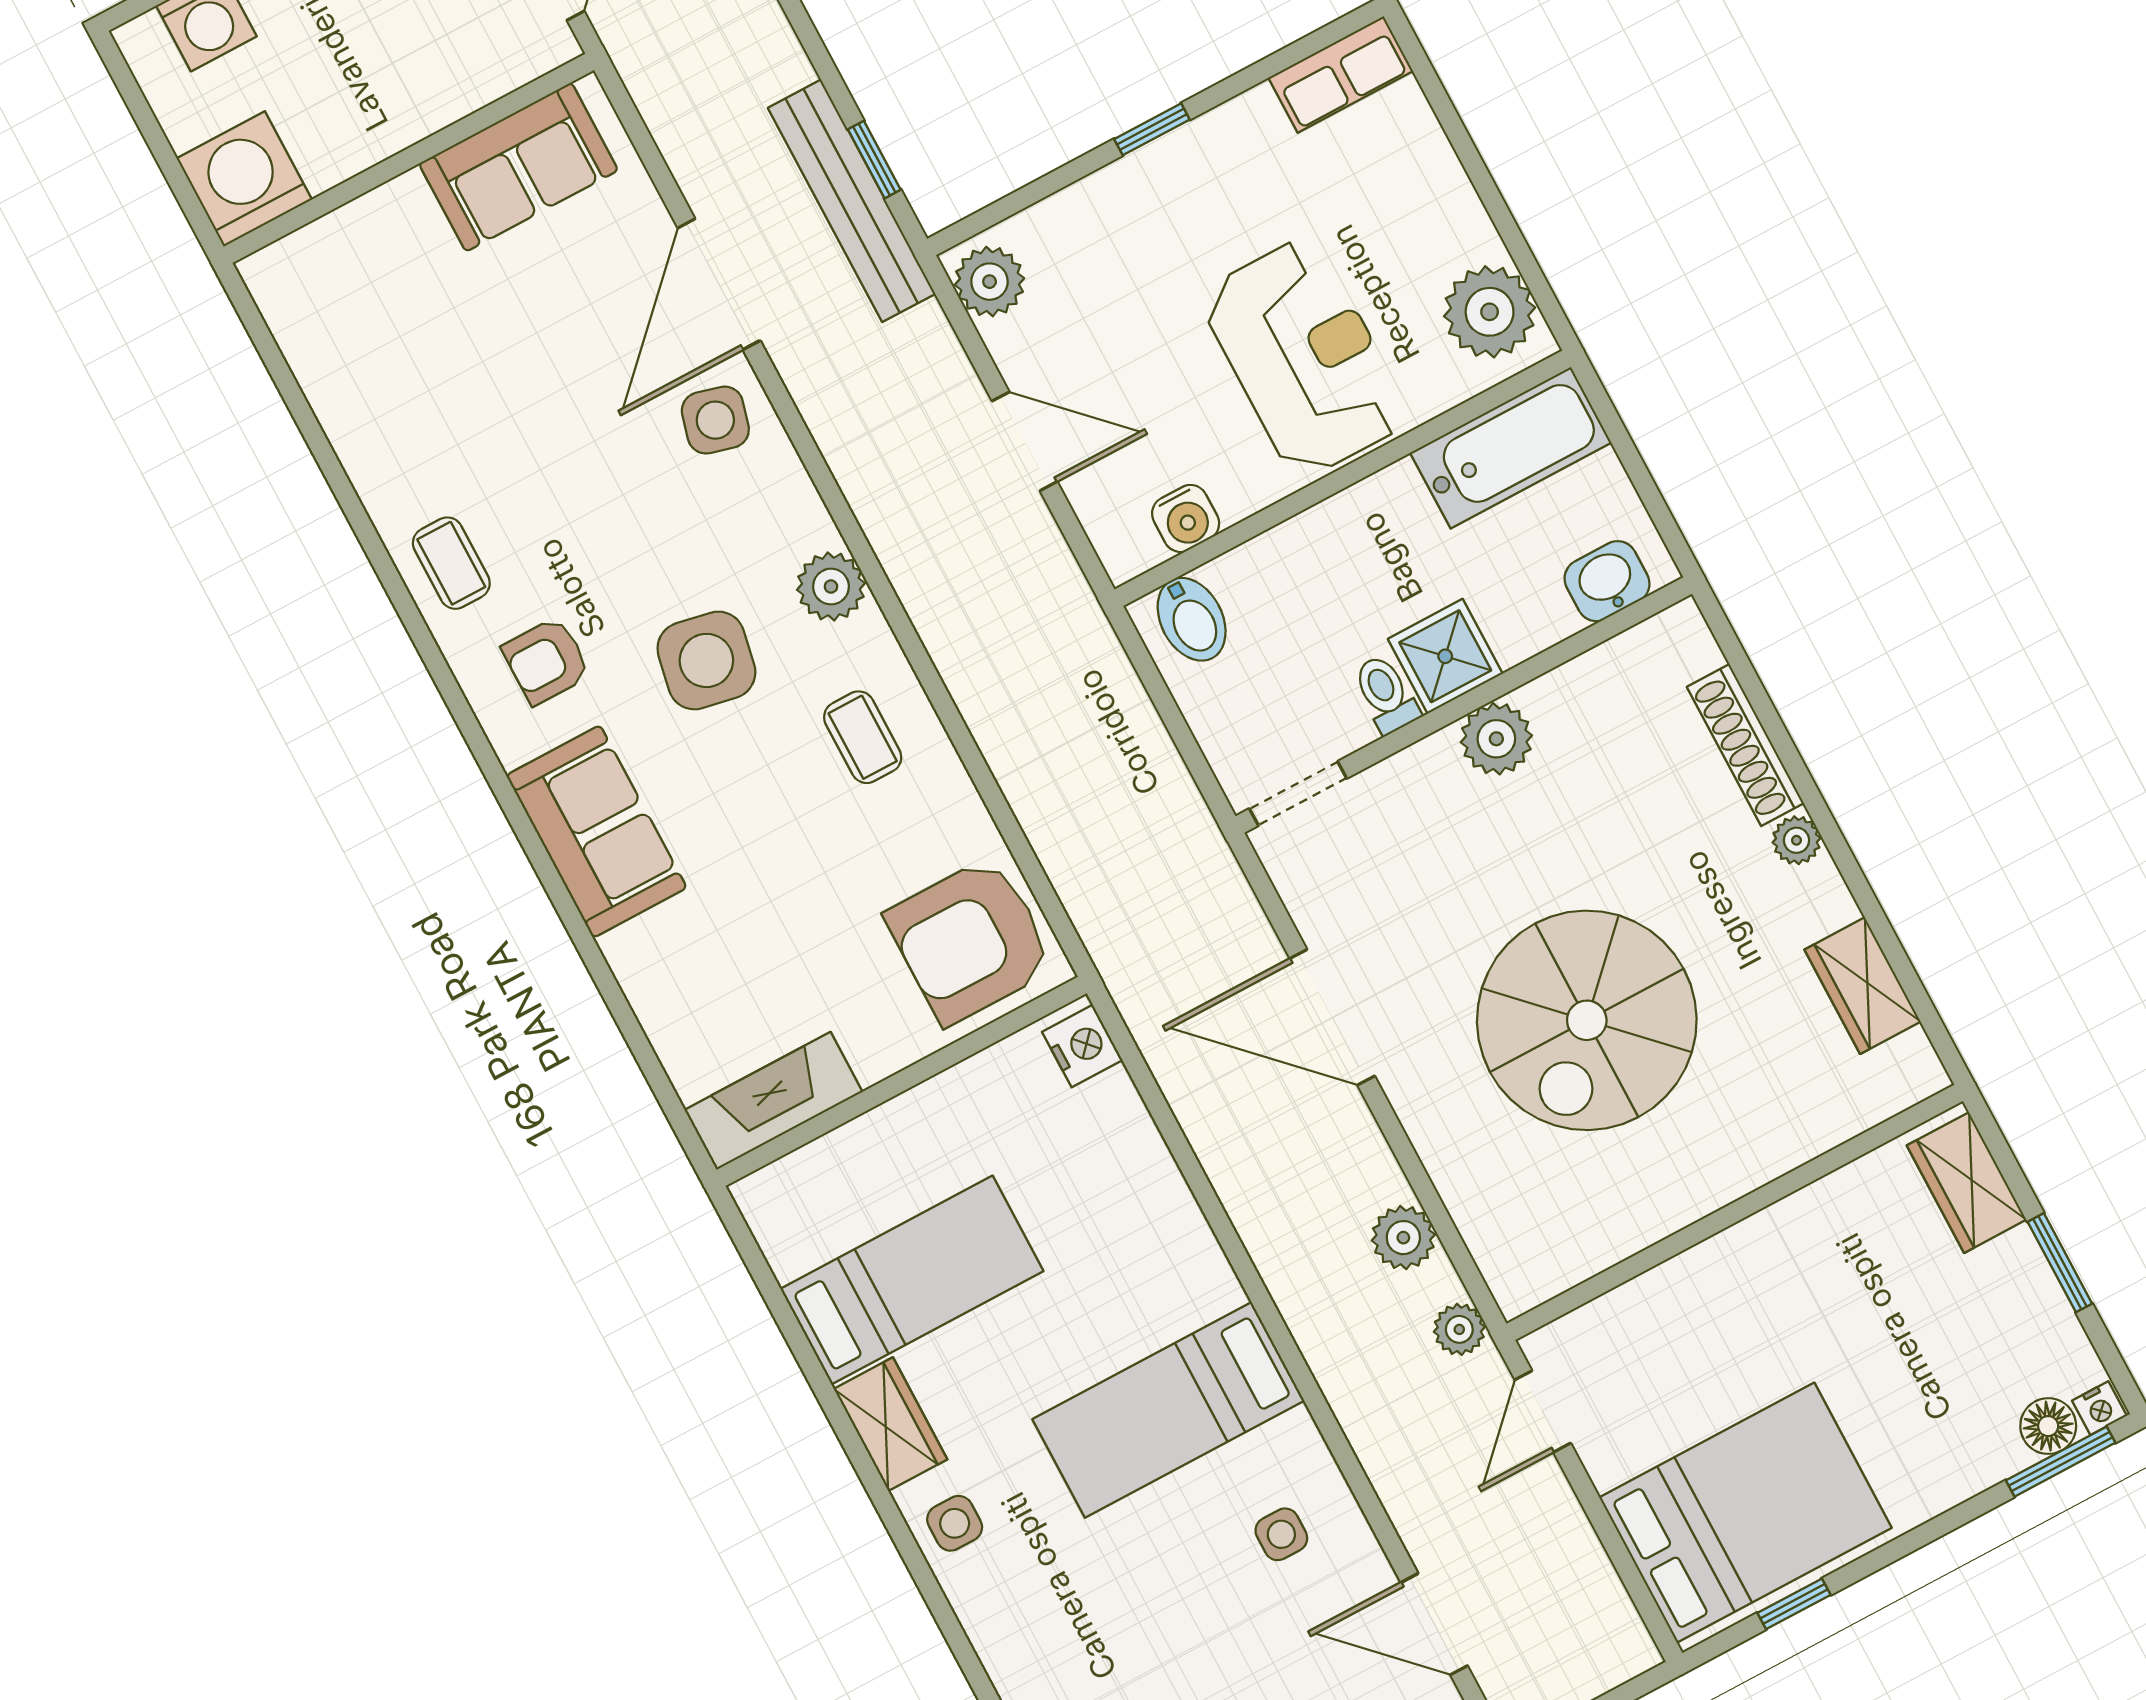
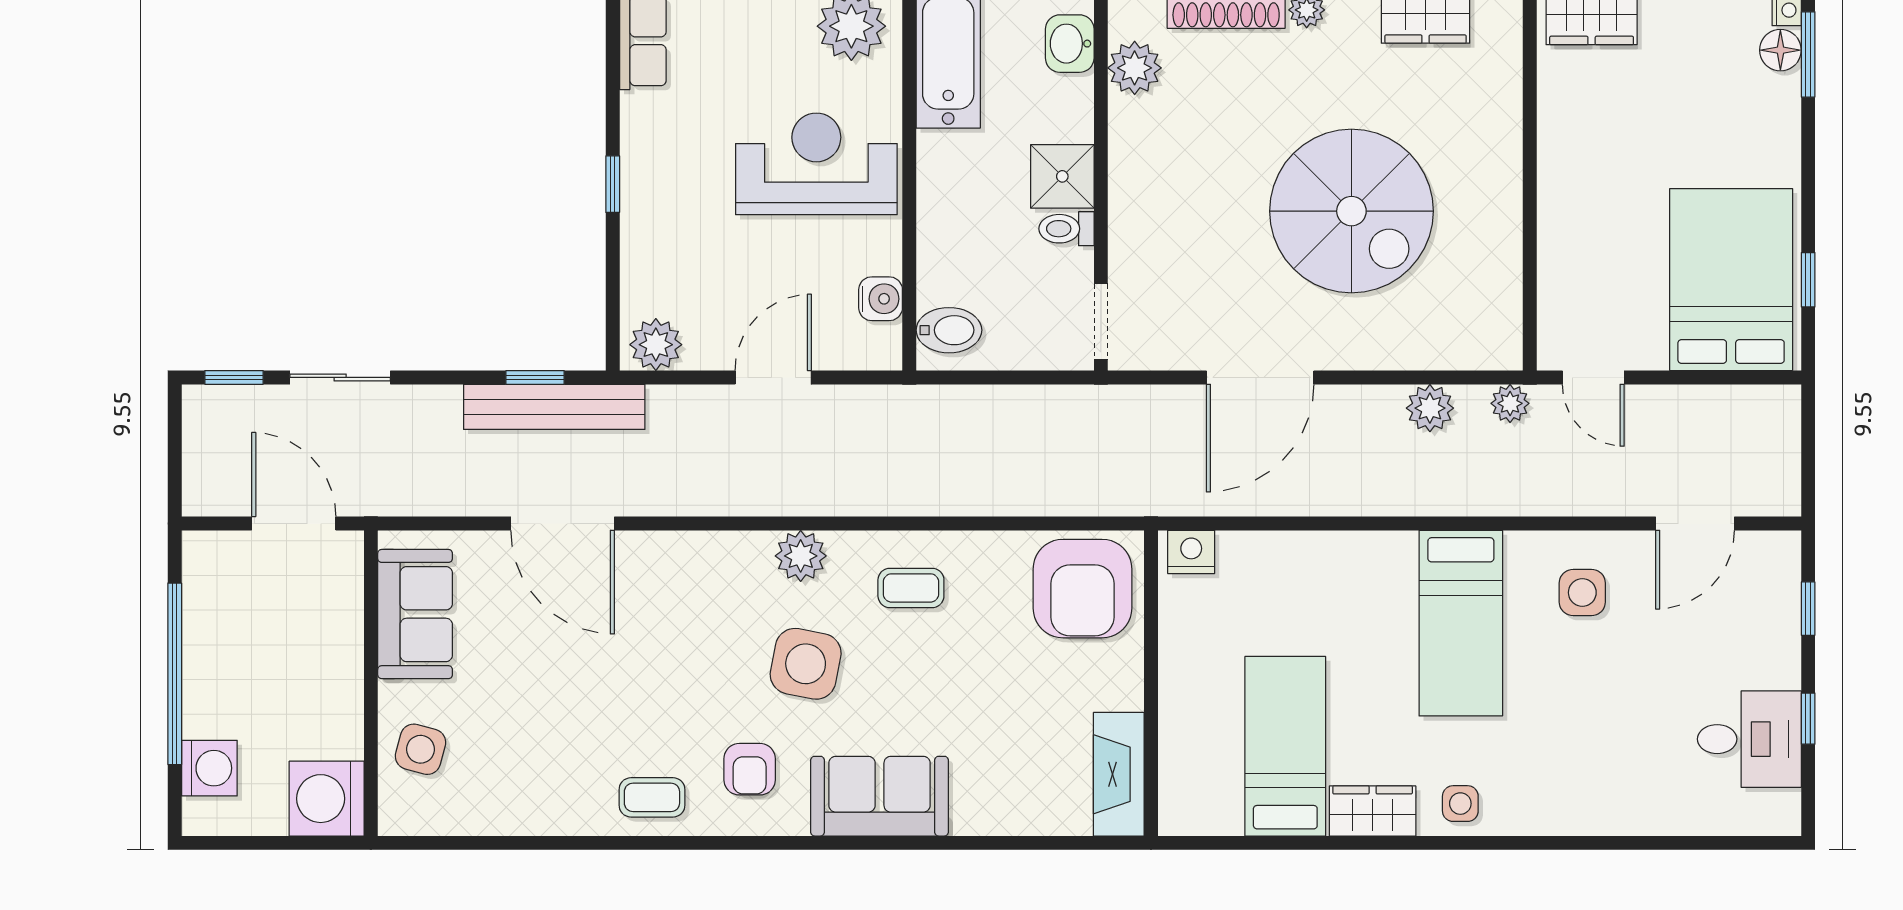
side table: (715, 420) -> (421, 749), moved
plant: (1496, 739) -> (1135, 68), moved
side table: (1281, 1534) -> (1582, 593), width x1.37, depth x1.37

